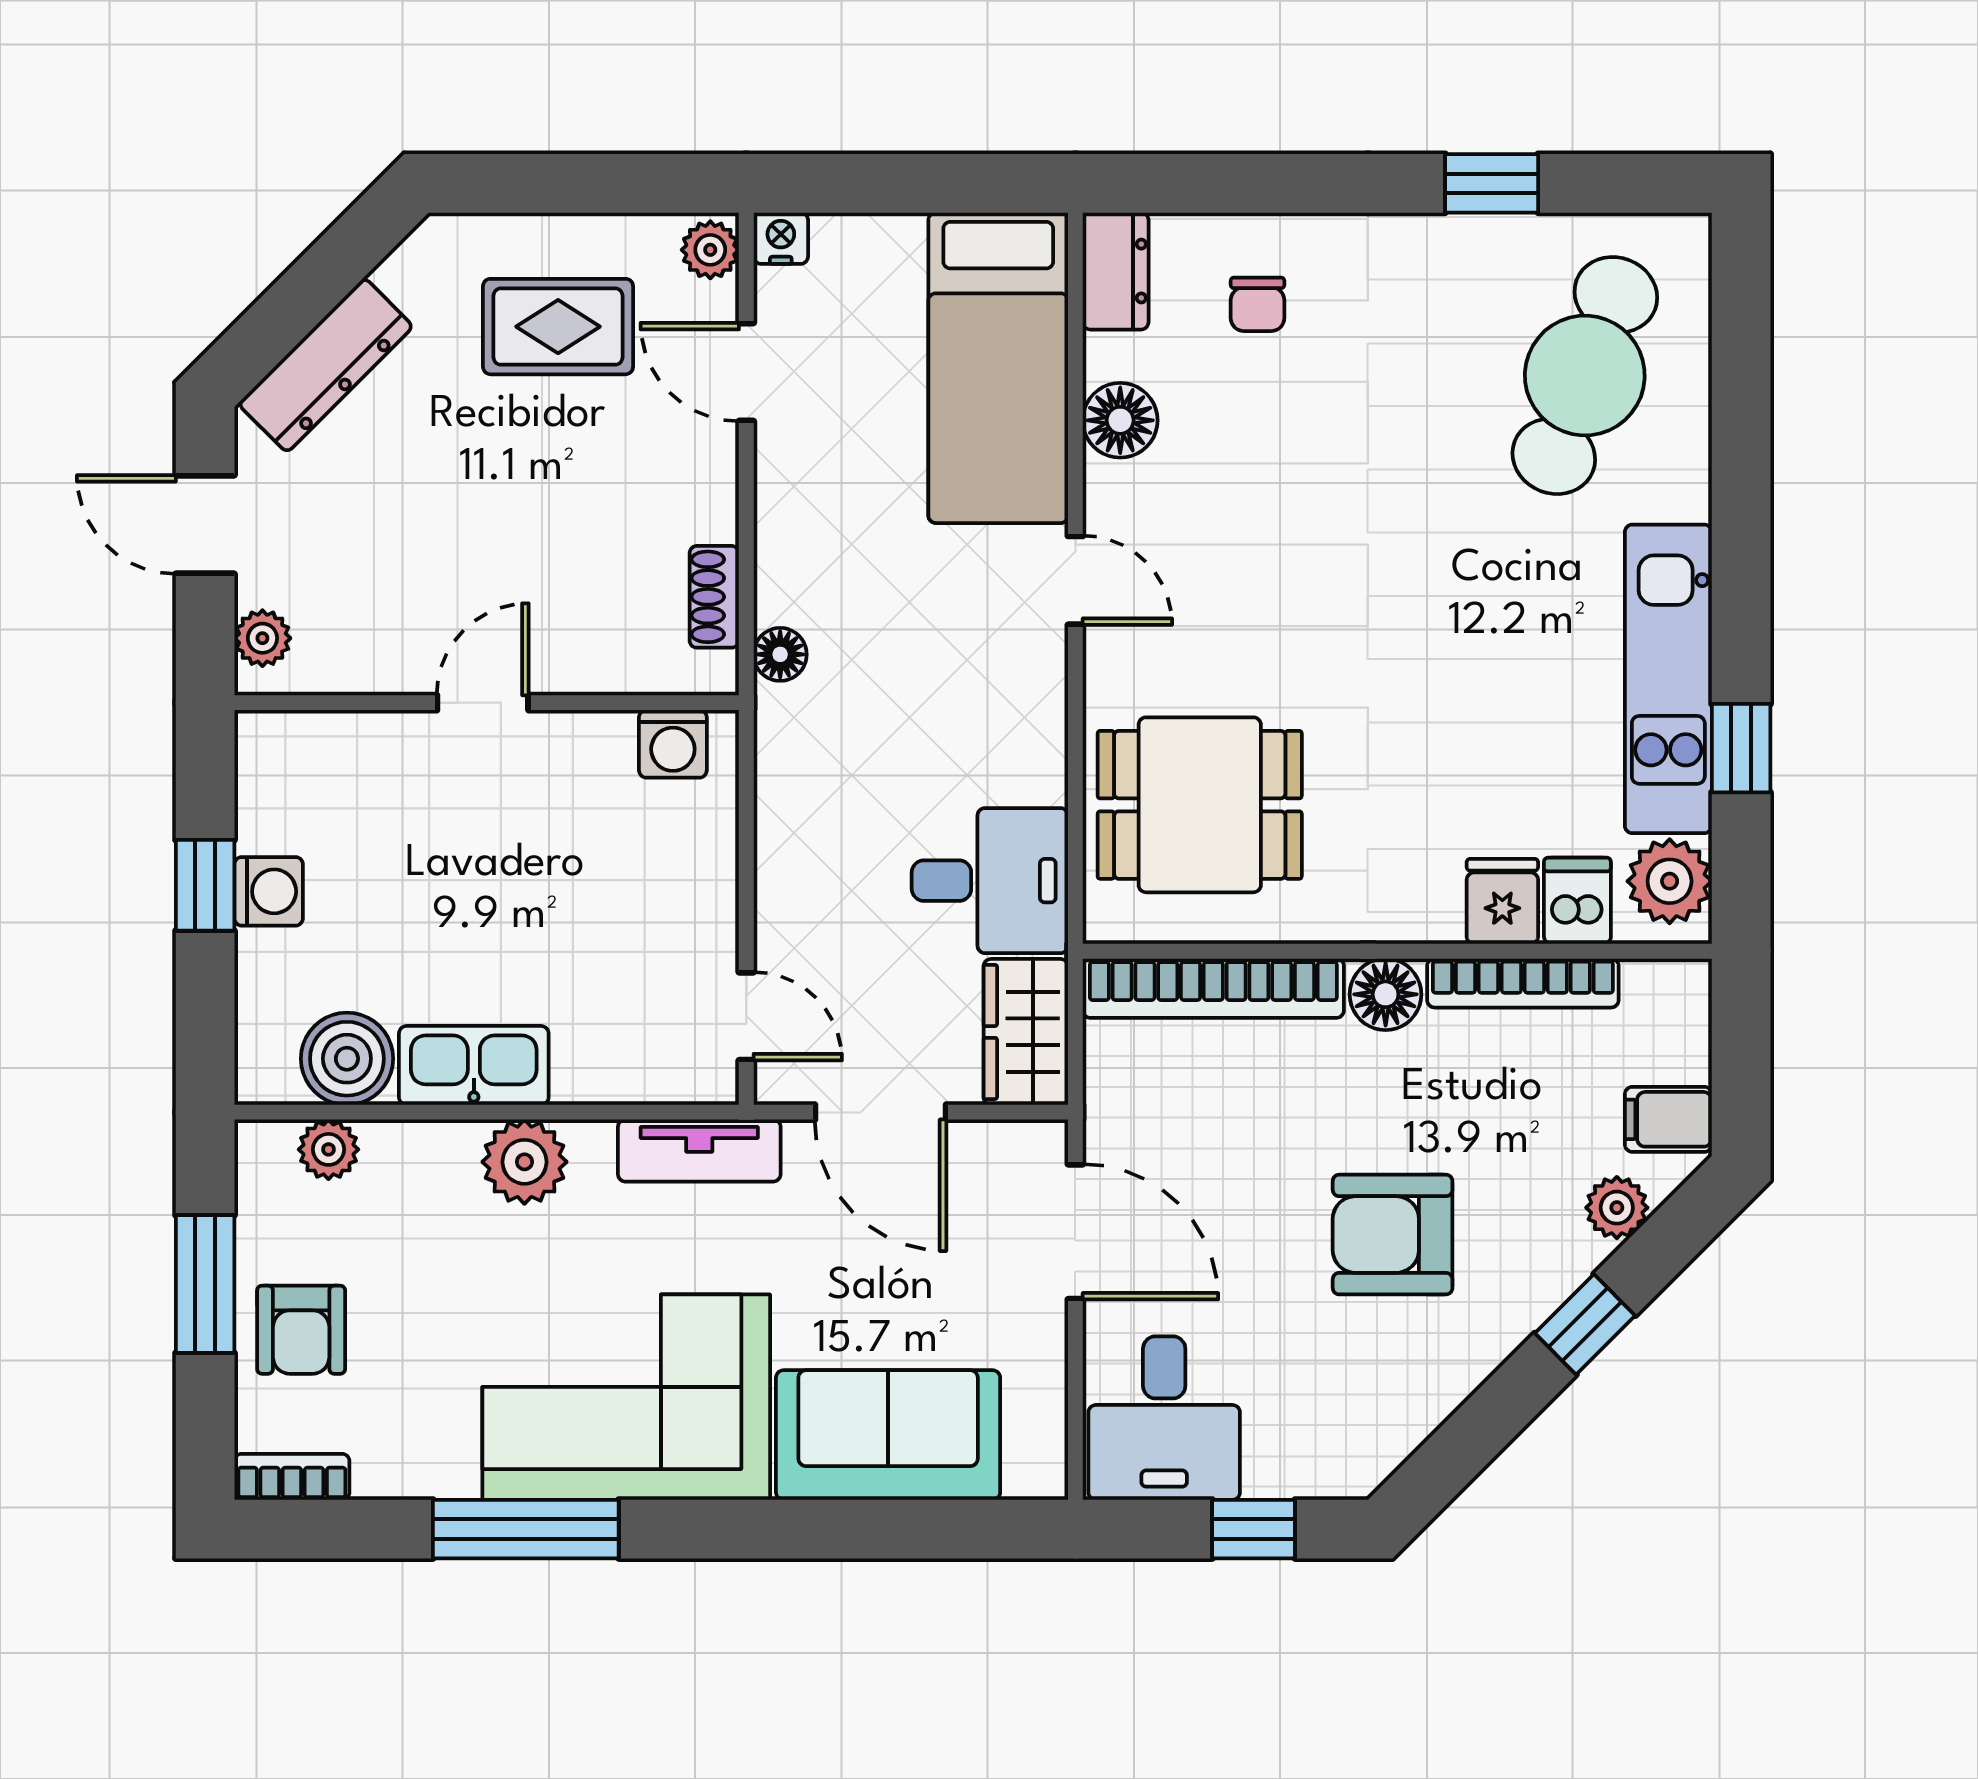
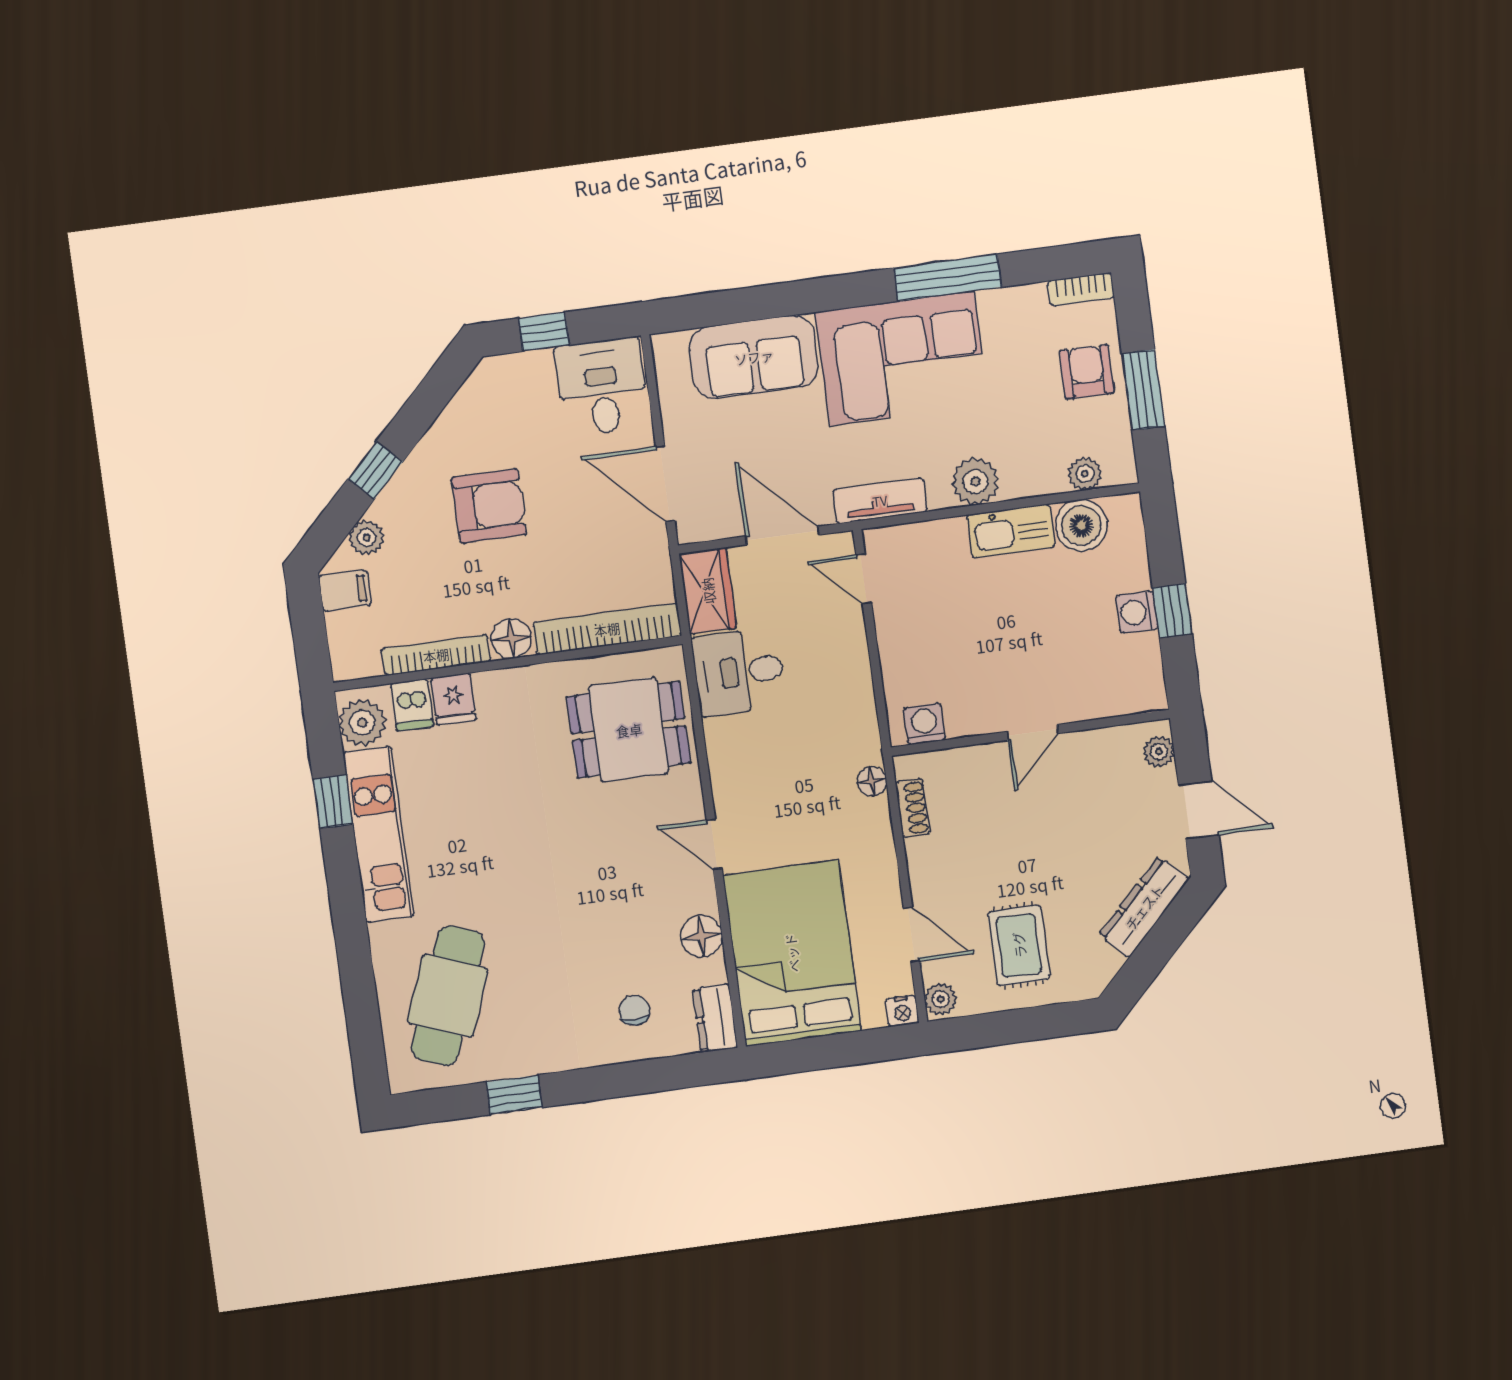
rug: (558, 327) -> (1019, 945), turned 90
bed: (998, 368) -> (792, 953), width x1.50

